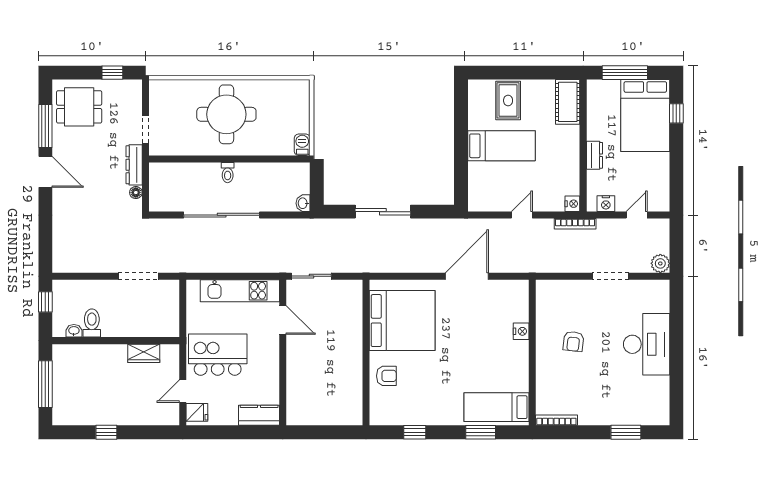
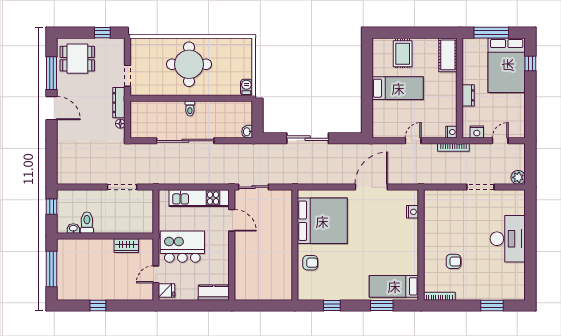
nightstand: (521, 331) -> (413, 212), moved
armchair: (573, 341) -> (454, 261), moved, turned -96

